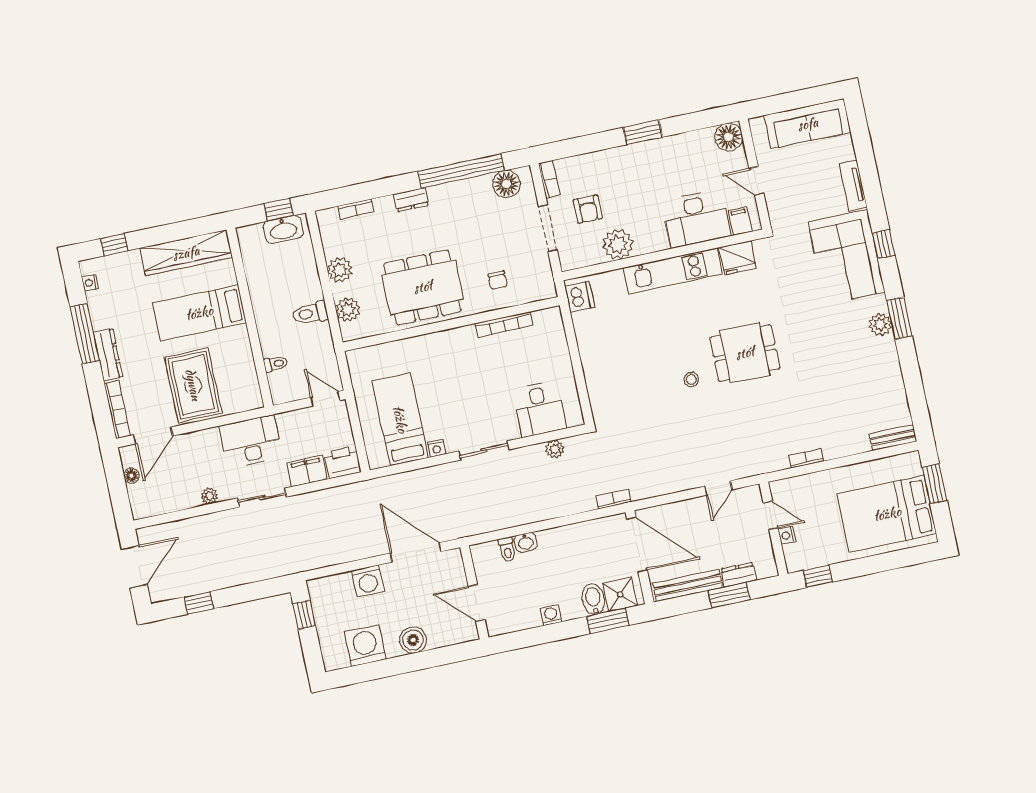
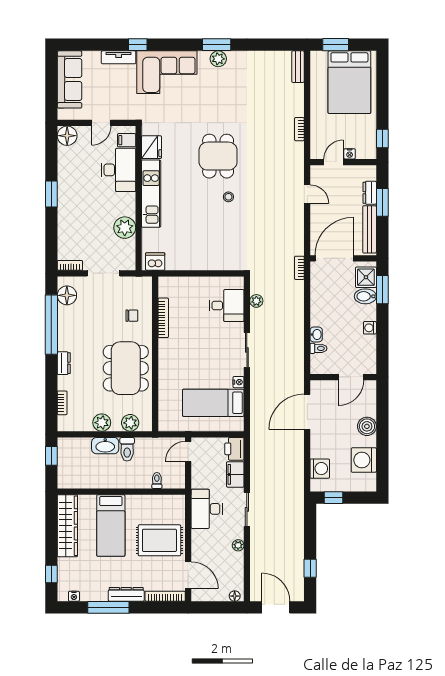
armchair: (588, 209) -> (96, 243), removed
washbasin: (283, 229) -> (105, 446), moved, turned 90
window: (884, 244) -> (138, 45), moved
floor lamp: (131, 476) -> (235, 596), moved
washing machine: (368, 581) -> (320, 469), moved

